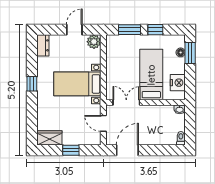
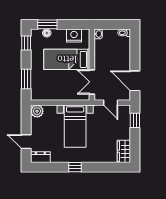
door: (74, 30) -> (26, 142), moved
window: (155, 30) -> (26, 43), moved
door: (103, 123) -> (111, 103), hinge flipped
window: (71, 150) -> (135, 120), moved

